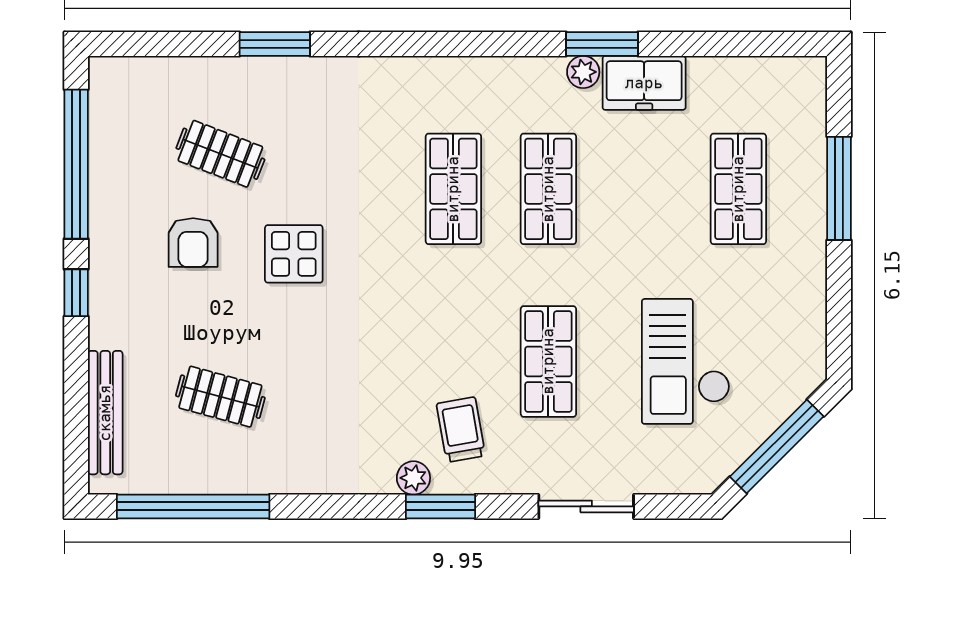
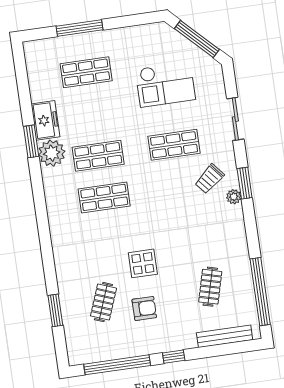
window: (275, 44) -> (55, 310), moved
plant: (583, 72) -> (52, 153), width x1.88, depth x1.88
trolley: (461, 430) -> (209, 179), turned -30

